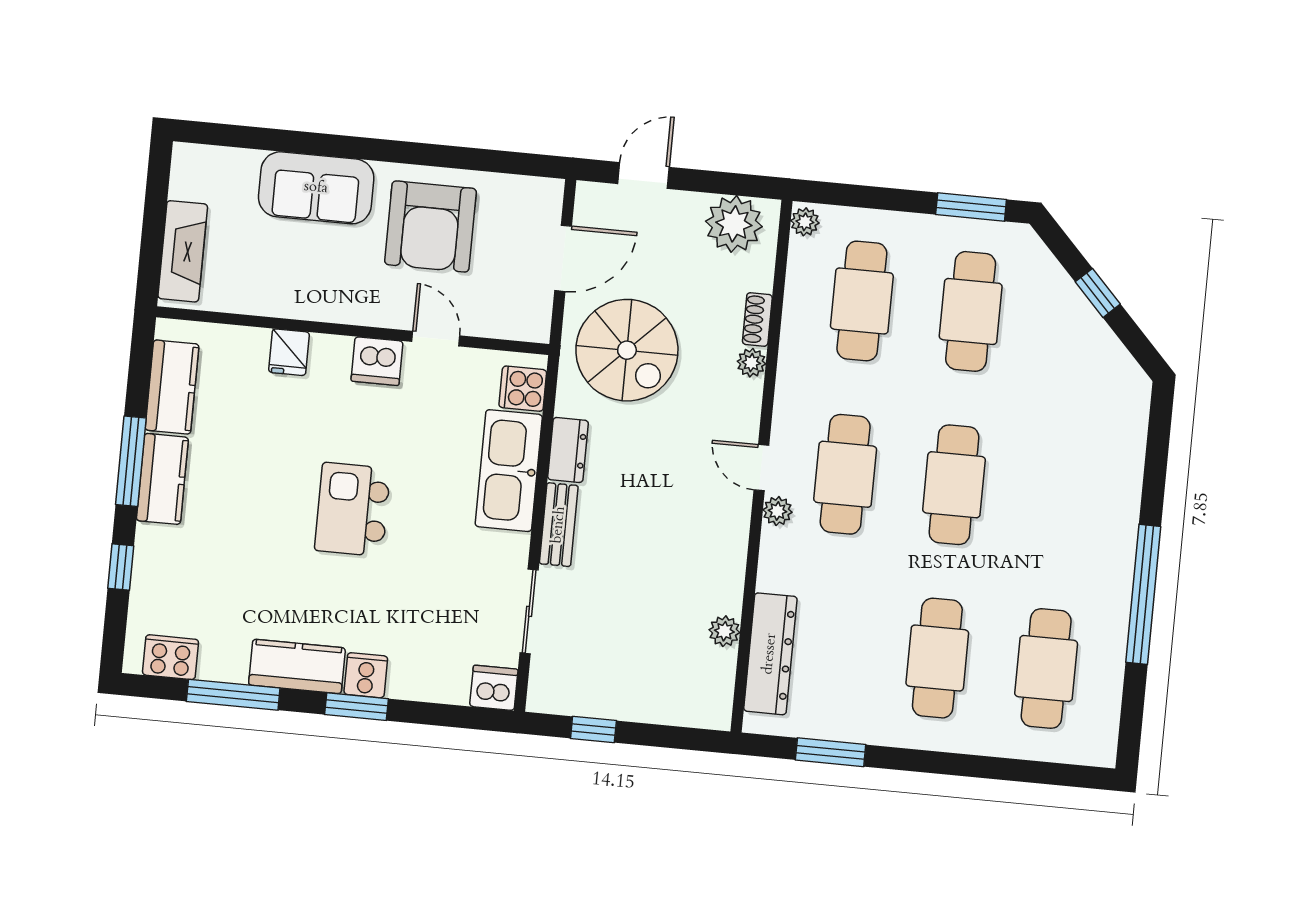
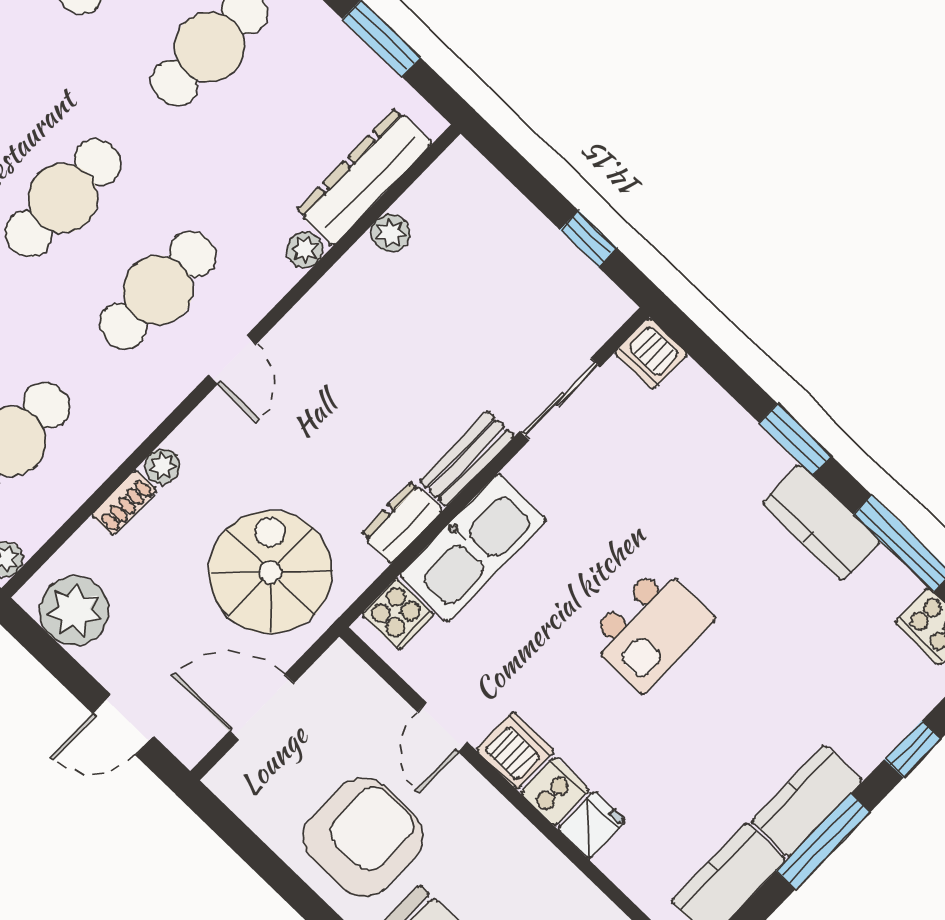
plant: (777, 511) -> (305, 250), moved
cooker: (366, 675) -> (555, 791), moved, turned 180

